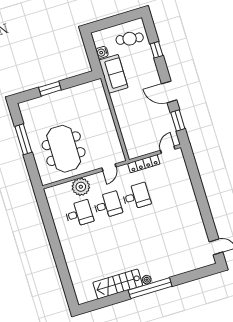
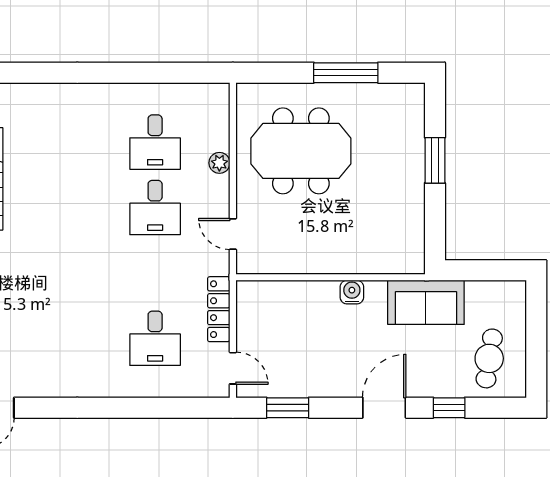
water cooler: (102, 52) -> (352, 292), moved
door: (169, 92) -> (384, 408), moved
plant: (81, 187) -> (219, 163), width x0.53, depth x0.53
desk: (136, 196) -> (155, 338), moved

